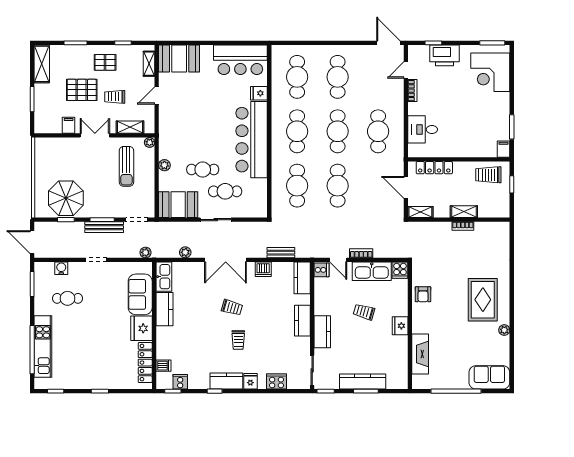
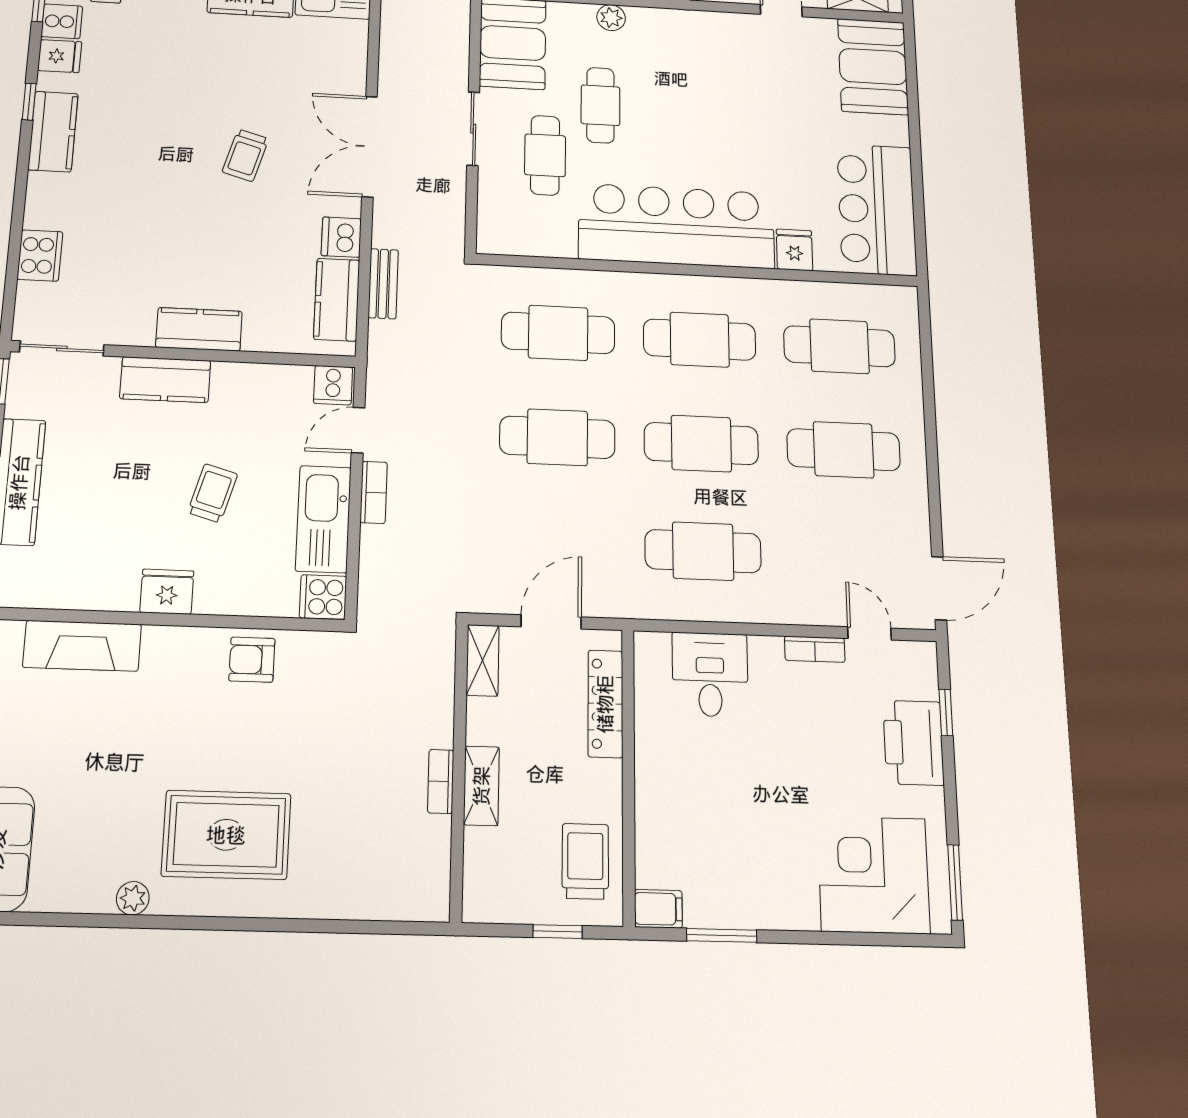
plant: (185, 252) -> (393, 53), removed
kitchen counter: (302, 278) -> (337, 300), moved, turned -90
trolley: (238, 340) -> (159, 166), removed
fridge: (250, 381) -> (60, 56), moved

